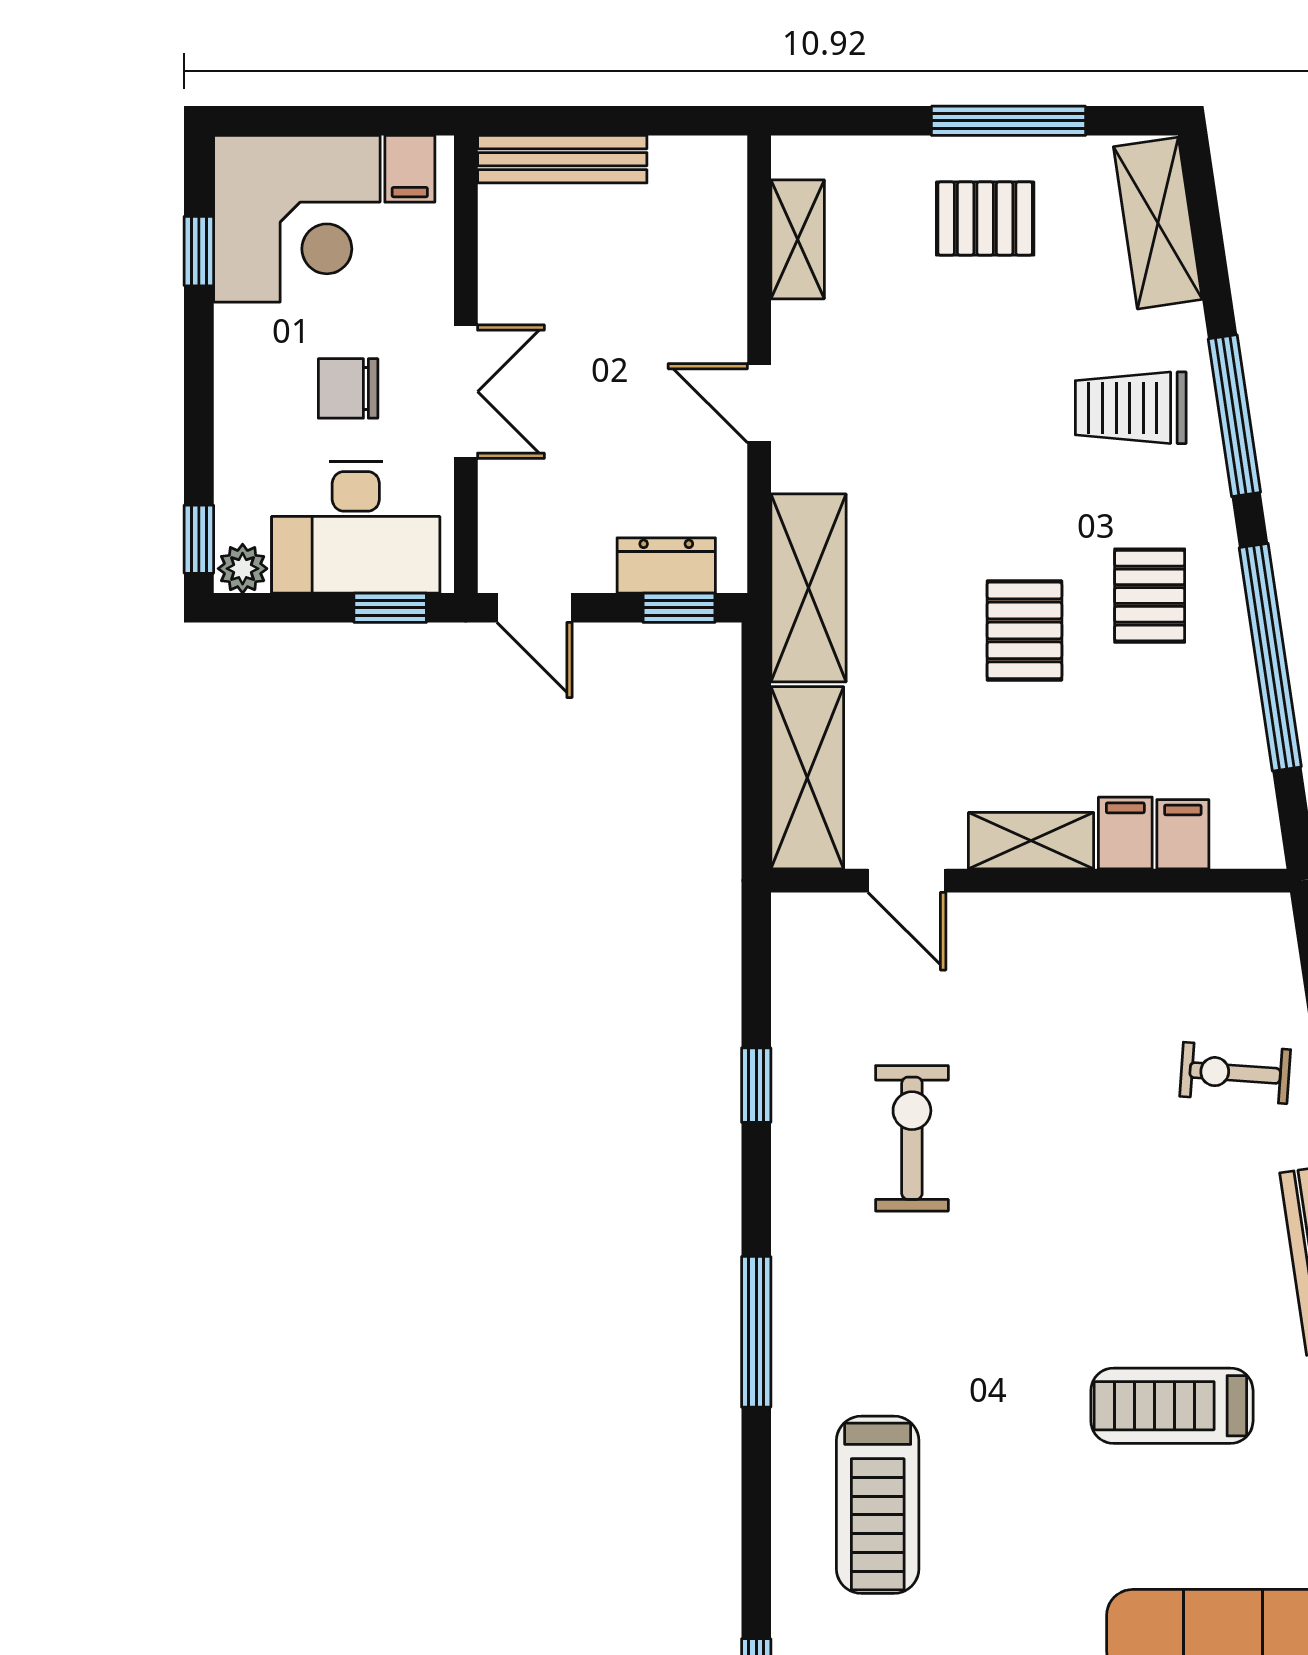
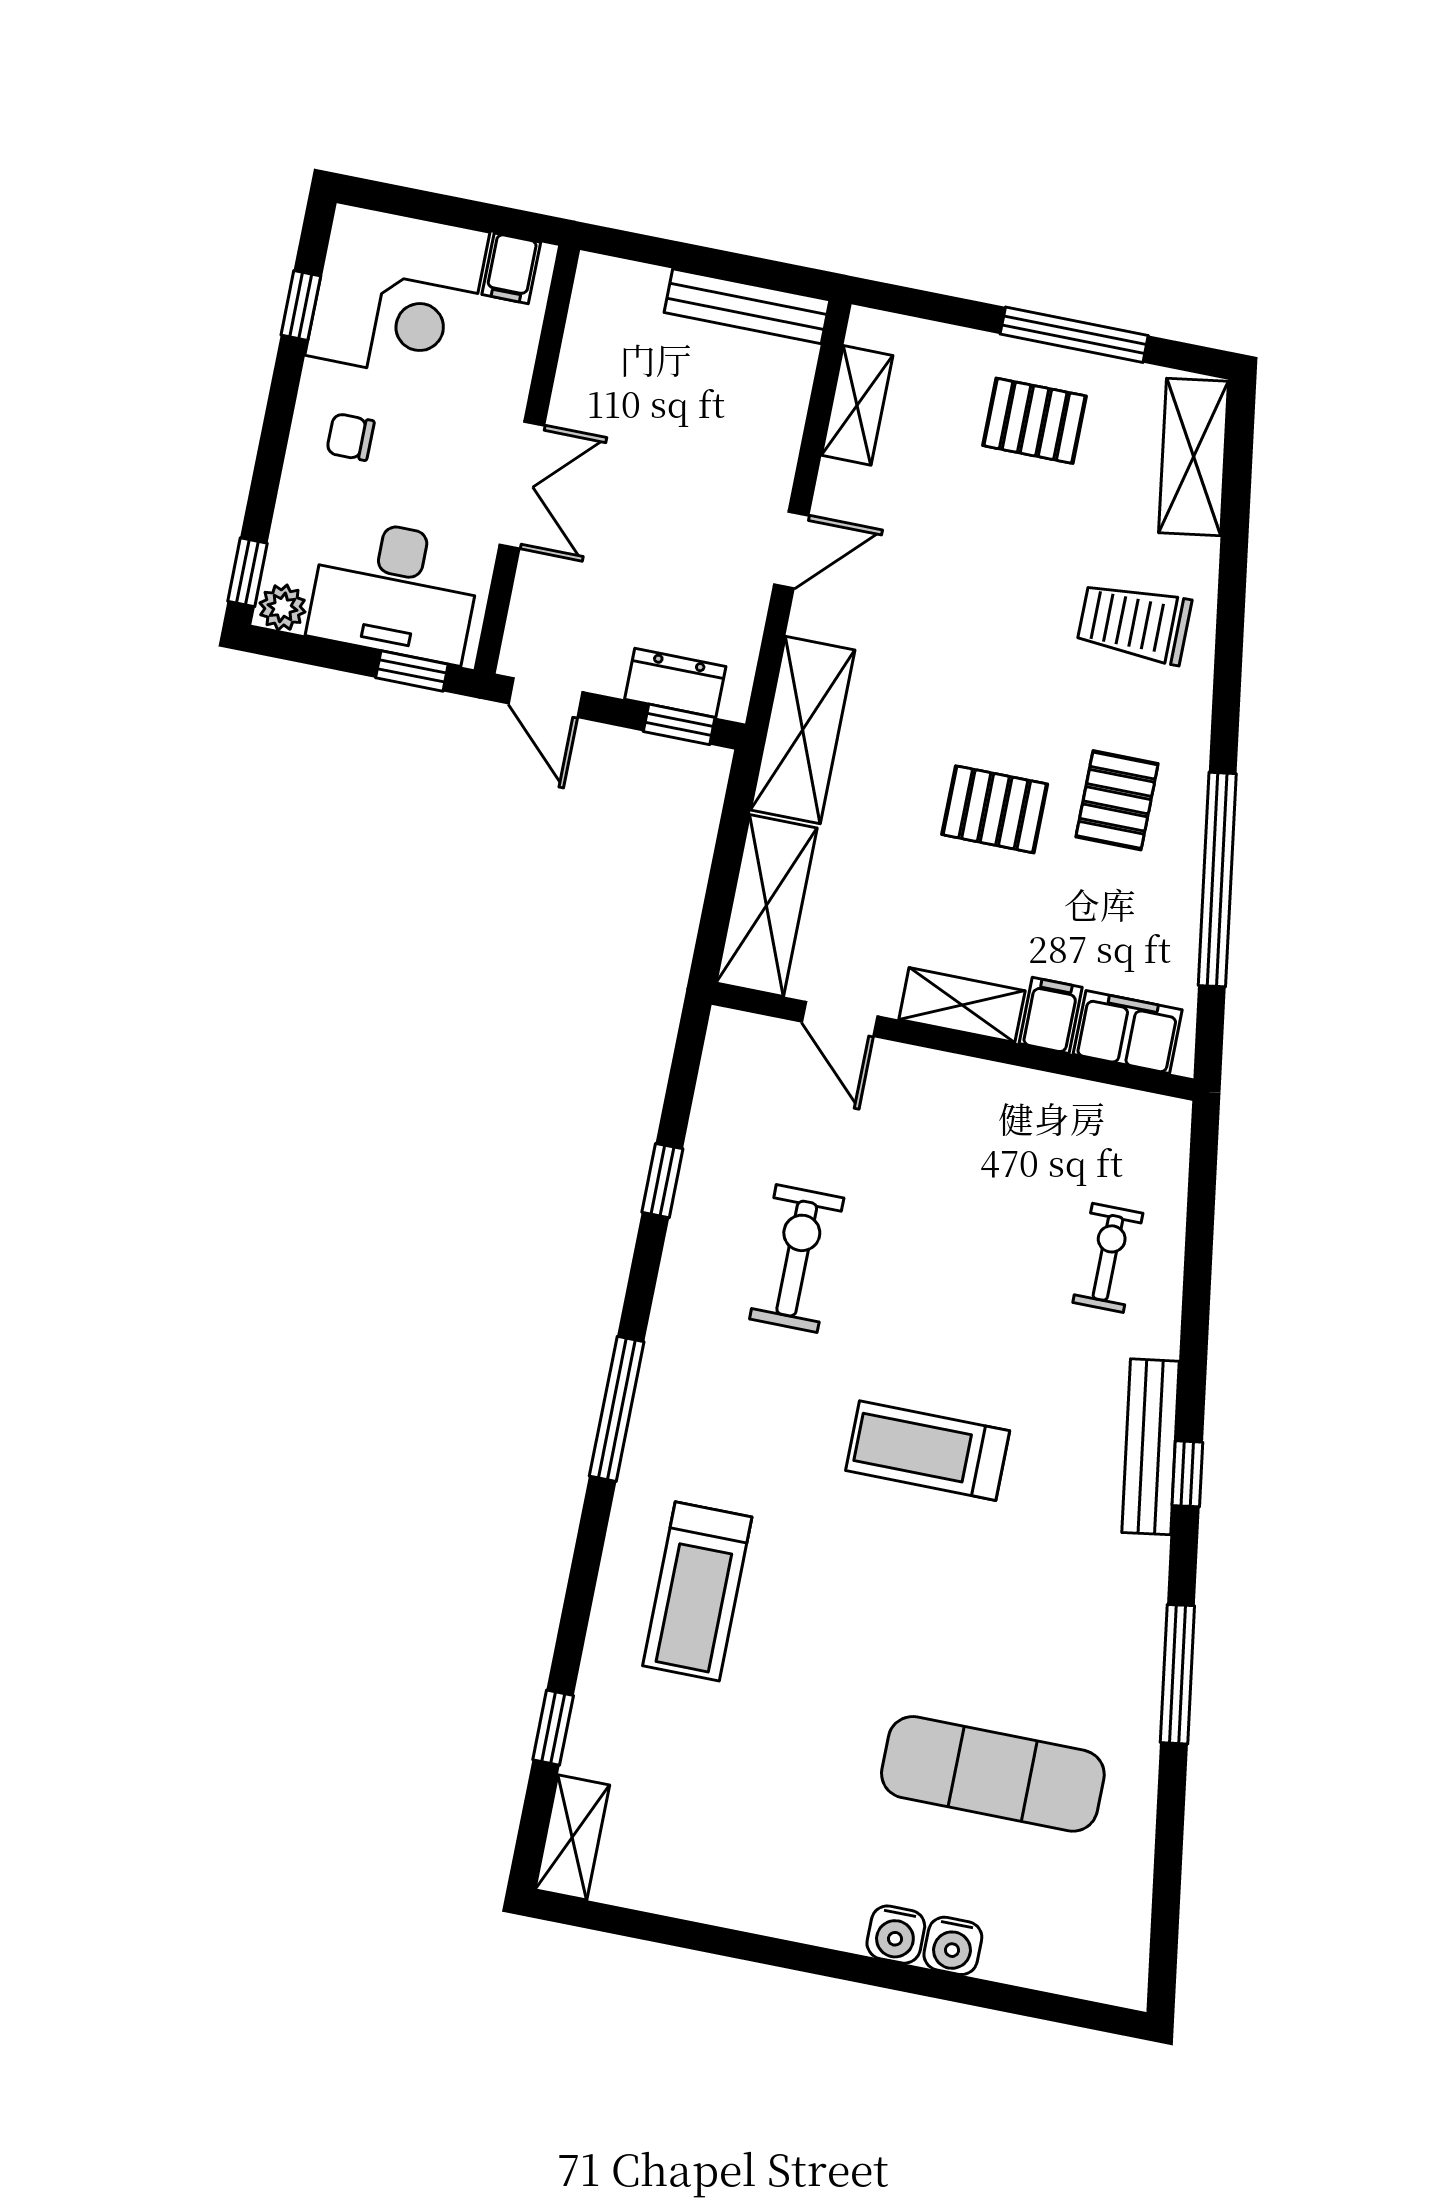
bench: (562, 159) -> (747, 306), moved
chair: (348, 388) -> (350, 437), moved, width x0.73, depth x0.73
door: (759, 403) -> (791, 550), swing flipped
window: (1234, 416) -> (1229, 649), removed
pallet: (1024, 630) -> (995, 809), turned 90
filing cabinet: (1183, 834) -> (1128, 1032), width x2.00
exercise bike: (1235, 1073) -> (1108, 1258), turned 86
treadmill: (1172, 1406) -> (928, 1451), moved

